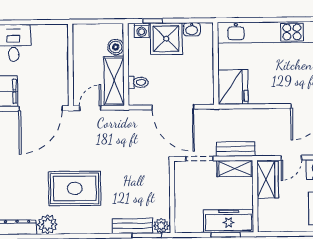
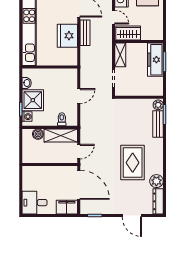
fridge: (233, 87) -> (67, 36), moved, turned -90
door: (173, 107) -> (79, 96), width x0.53
door: (90, 108) -> (79, 152), swing flipped
bench: (236, 149) -> (85, 33), moved

